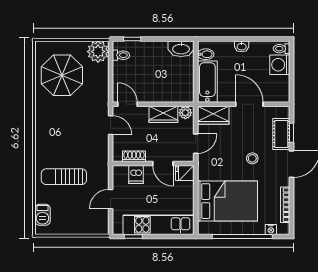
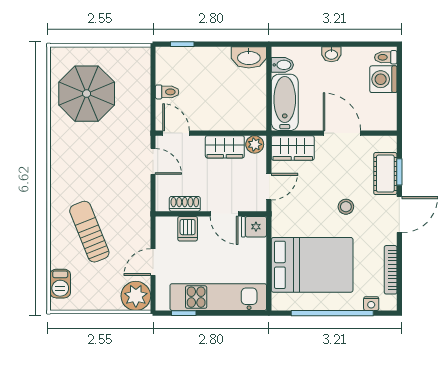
plant: (98, 52) -> (136, 296), moved
toilet: (121, 55) -> (167, 92), moved
sun lounger: (64, 177) -> (89, 232), turned 68

